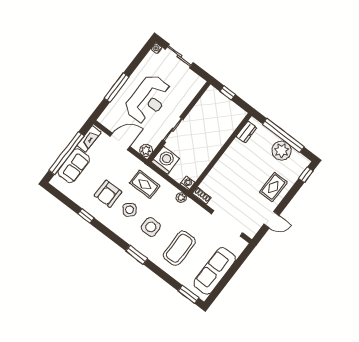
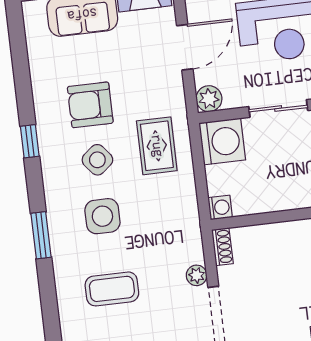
door: (120, 141) -> (185, 47), hinge flipped
plant: (181, 198) -> (197, 275), moved
window: (86, 216) -> (30, 141), moved
coffee table: (179, 248) -> (112, 289), width x0.73, depth x0.76

